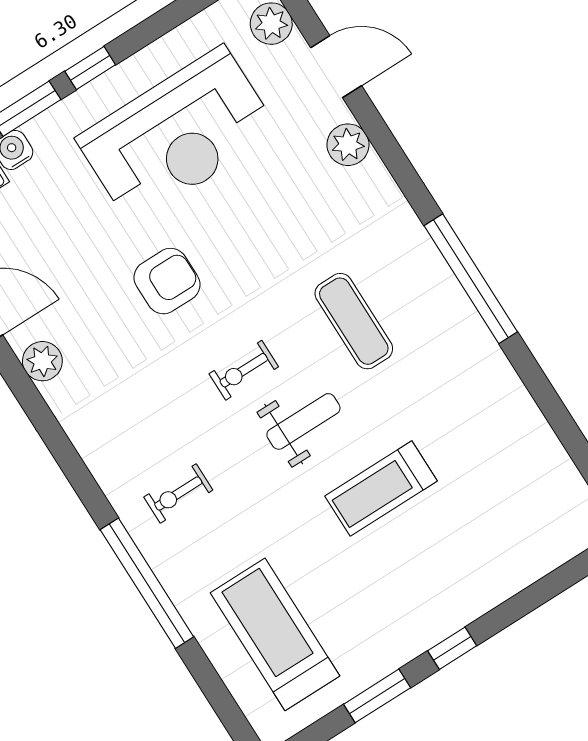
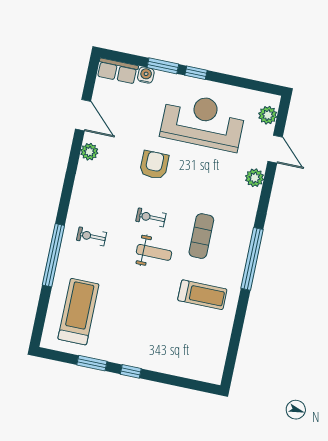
reception desk: (177, 135) -> (203, 122), turned 180
armchair: (167, 281) -> (154, 165), turned -90
treadmill: (381, 489) -> (202, 295), moved, turned 180

